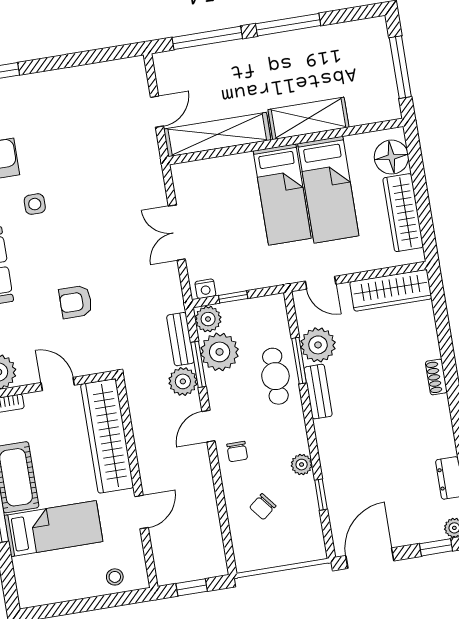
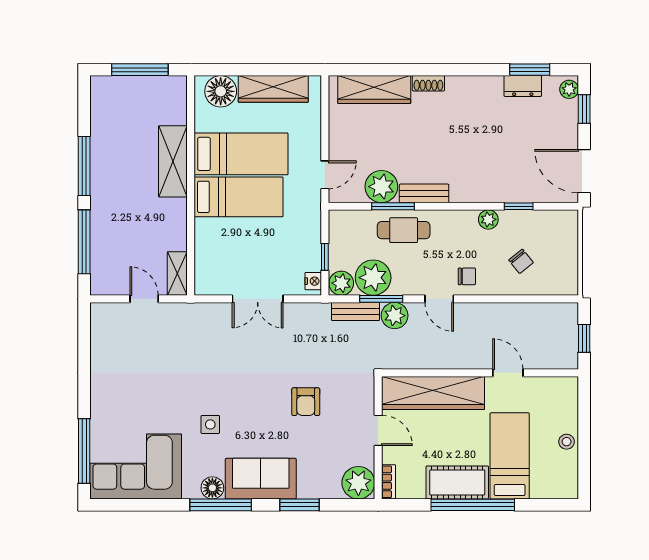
shelving: (217, 135) -> (177, 273), width x0.45, depth x0.75
wardrobe: (391, 290) -> (374, 90), moved, turned 90
door: (58, 384) -> (378, 430), swing flipped
stool: (115, 577) -> (567, 442), moved

